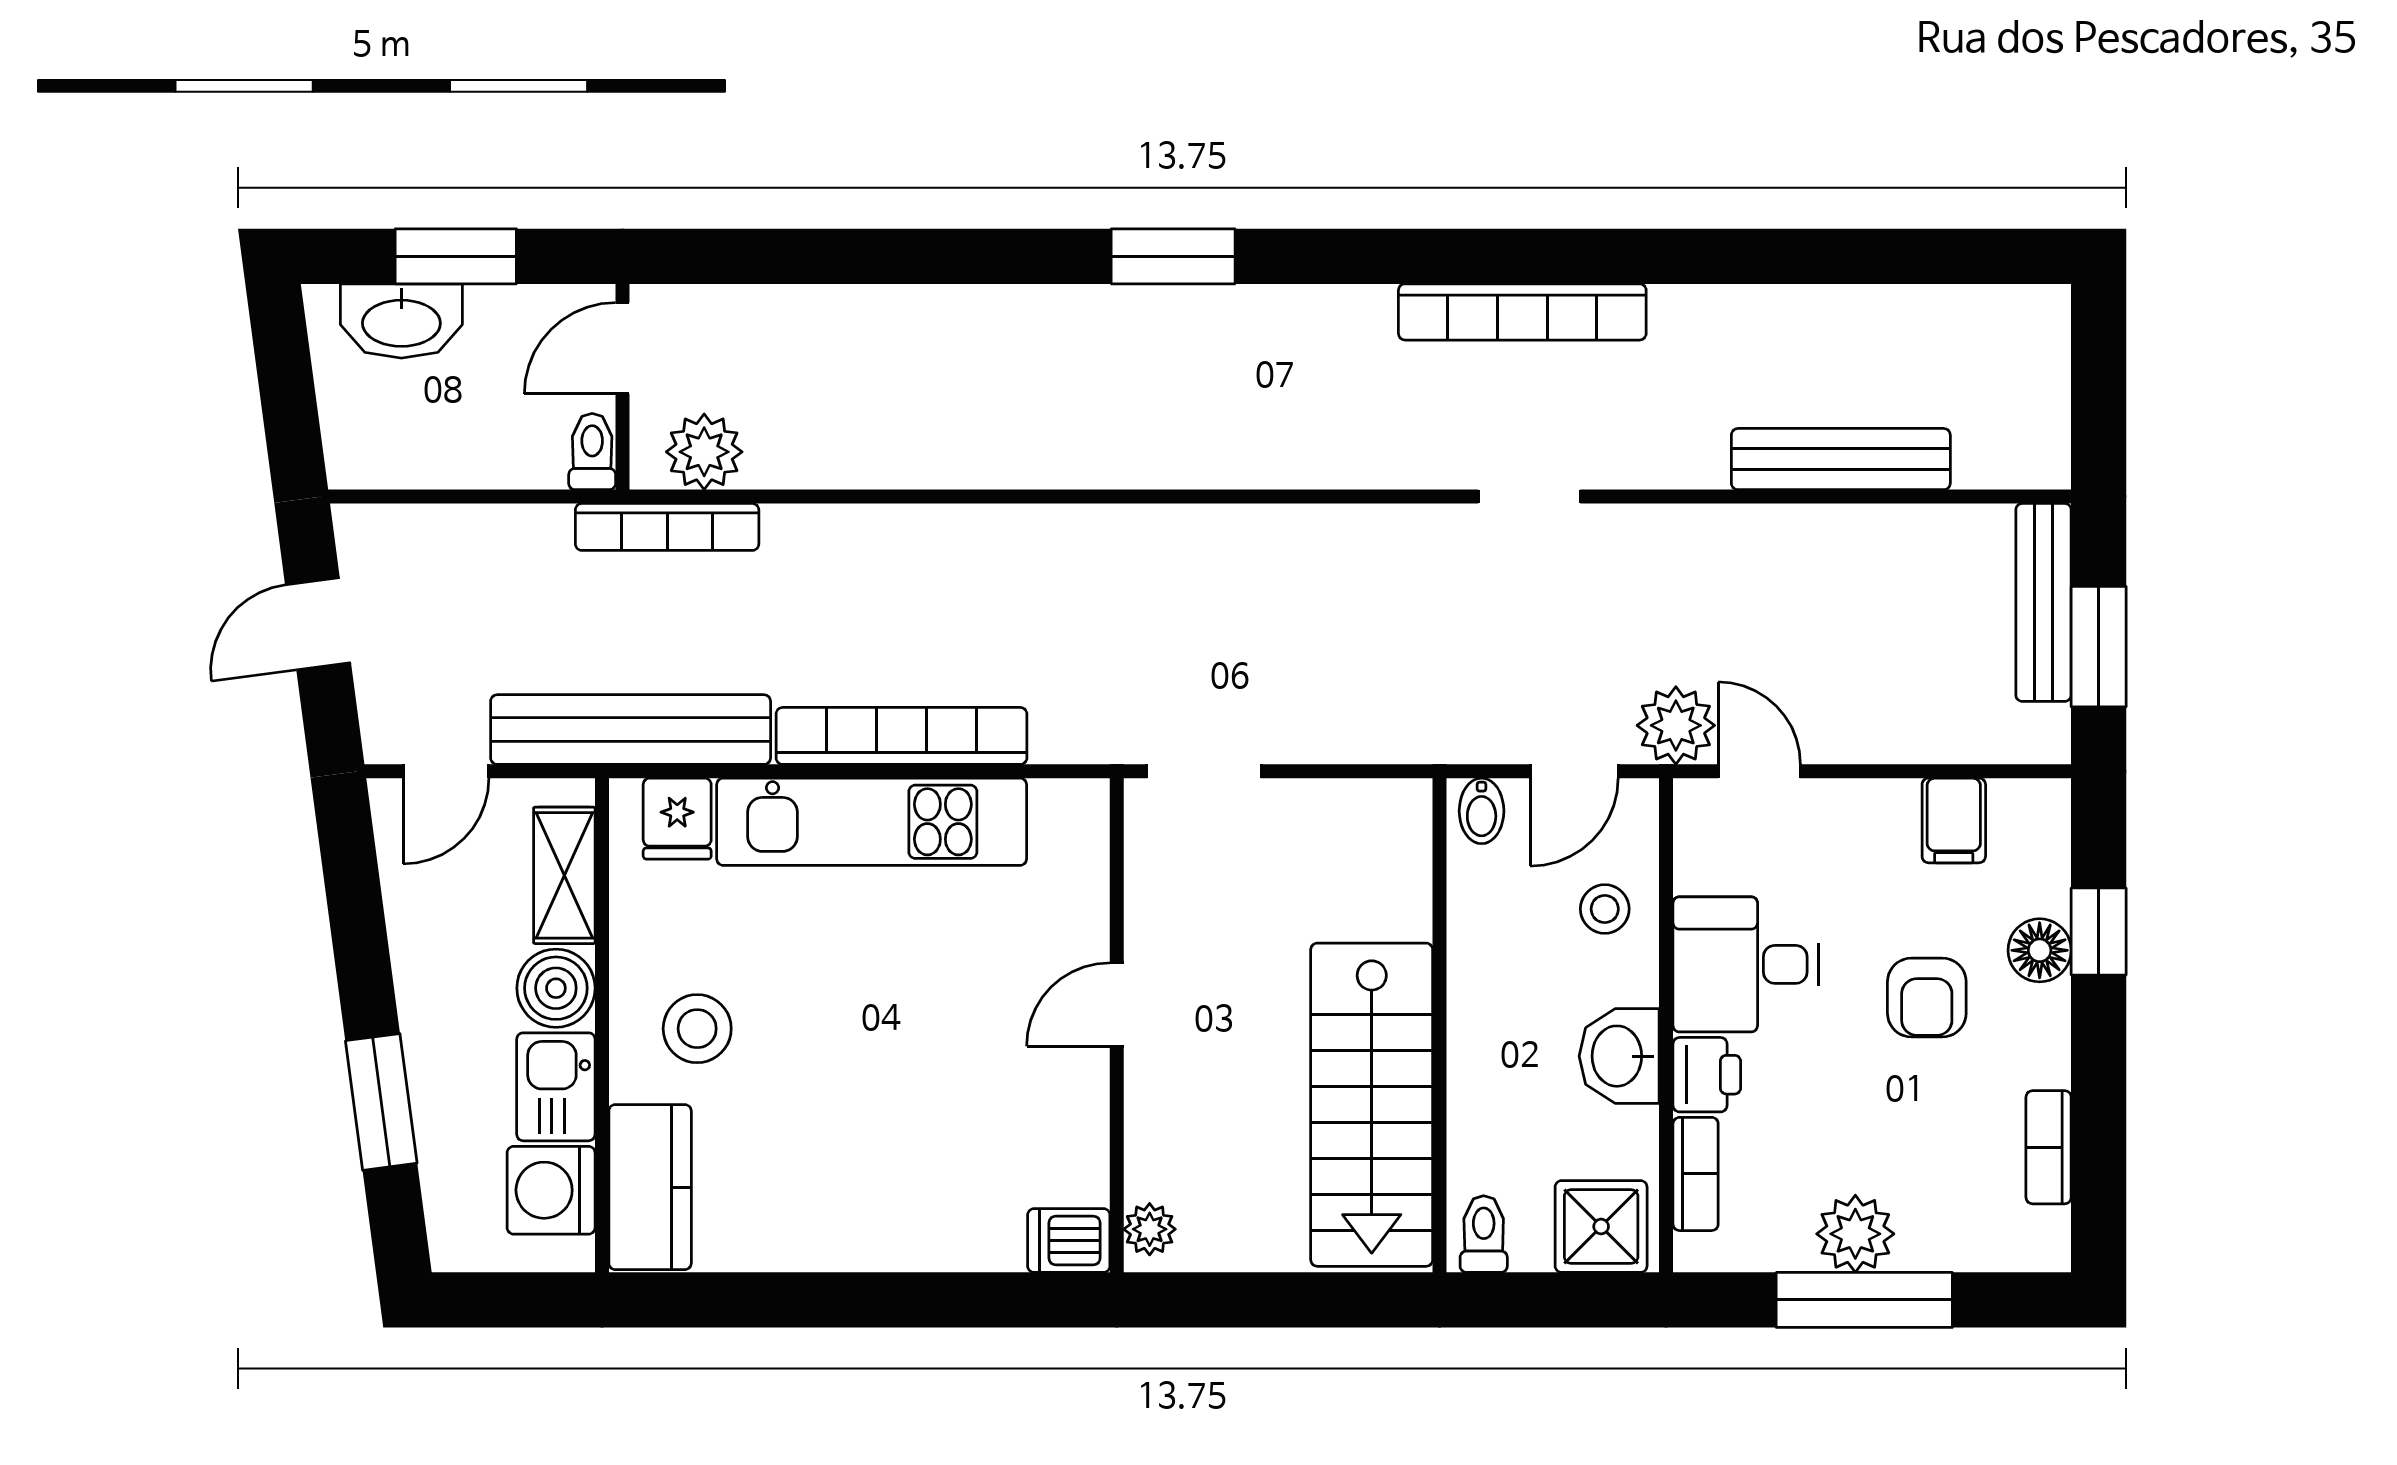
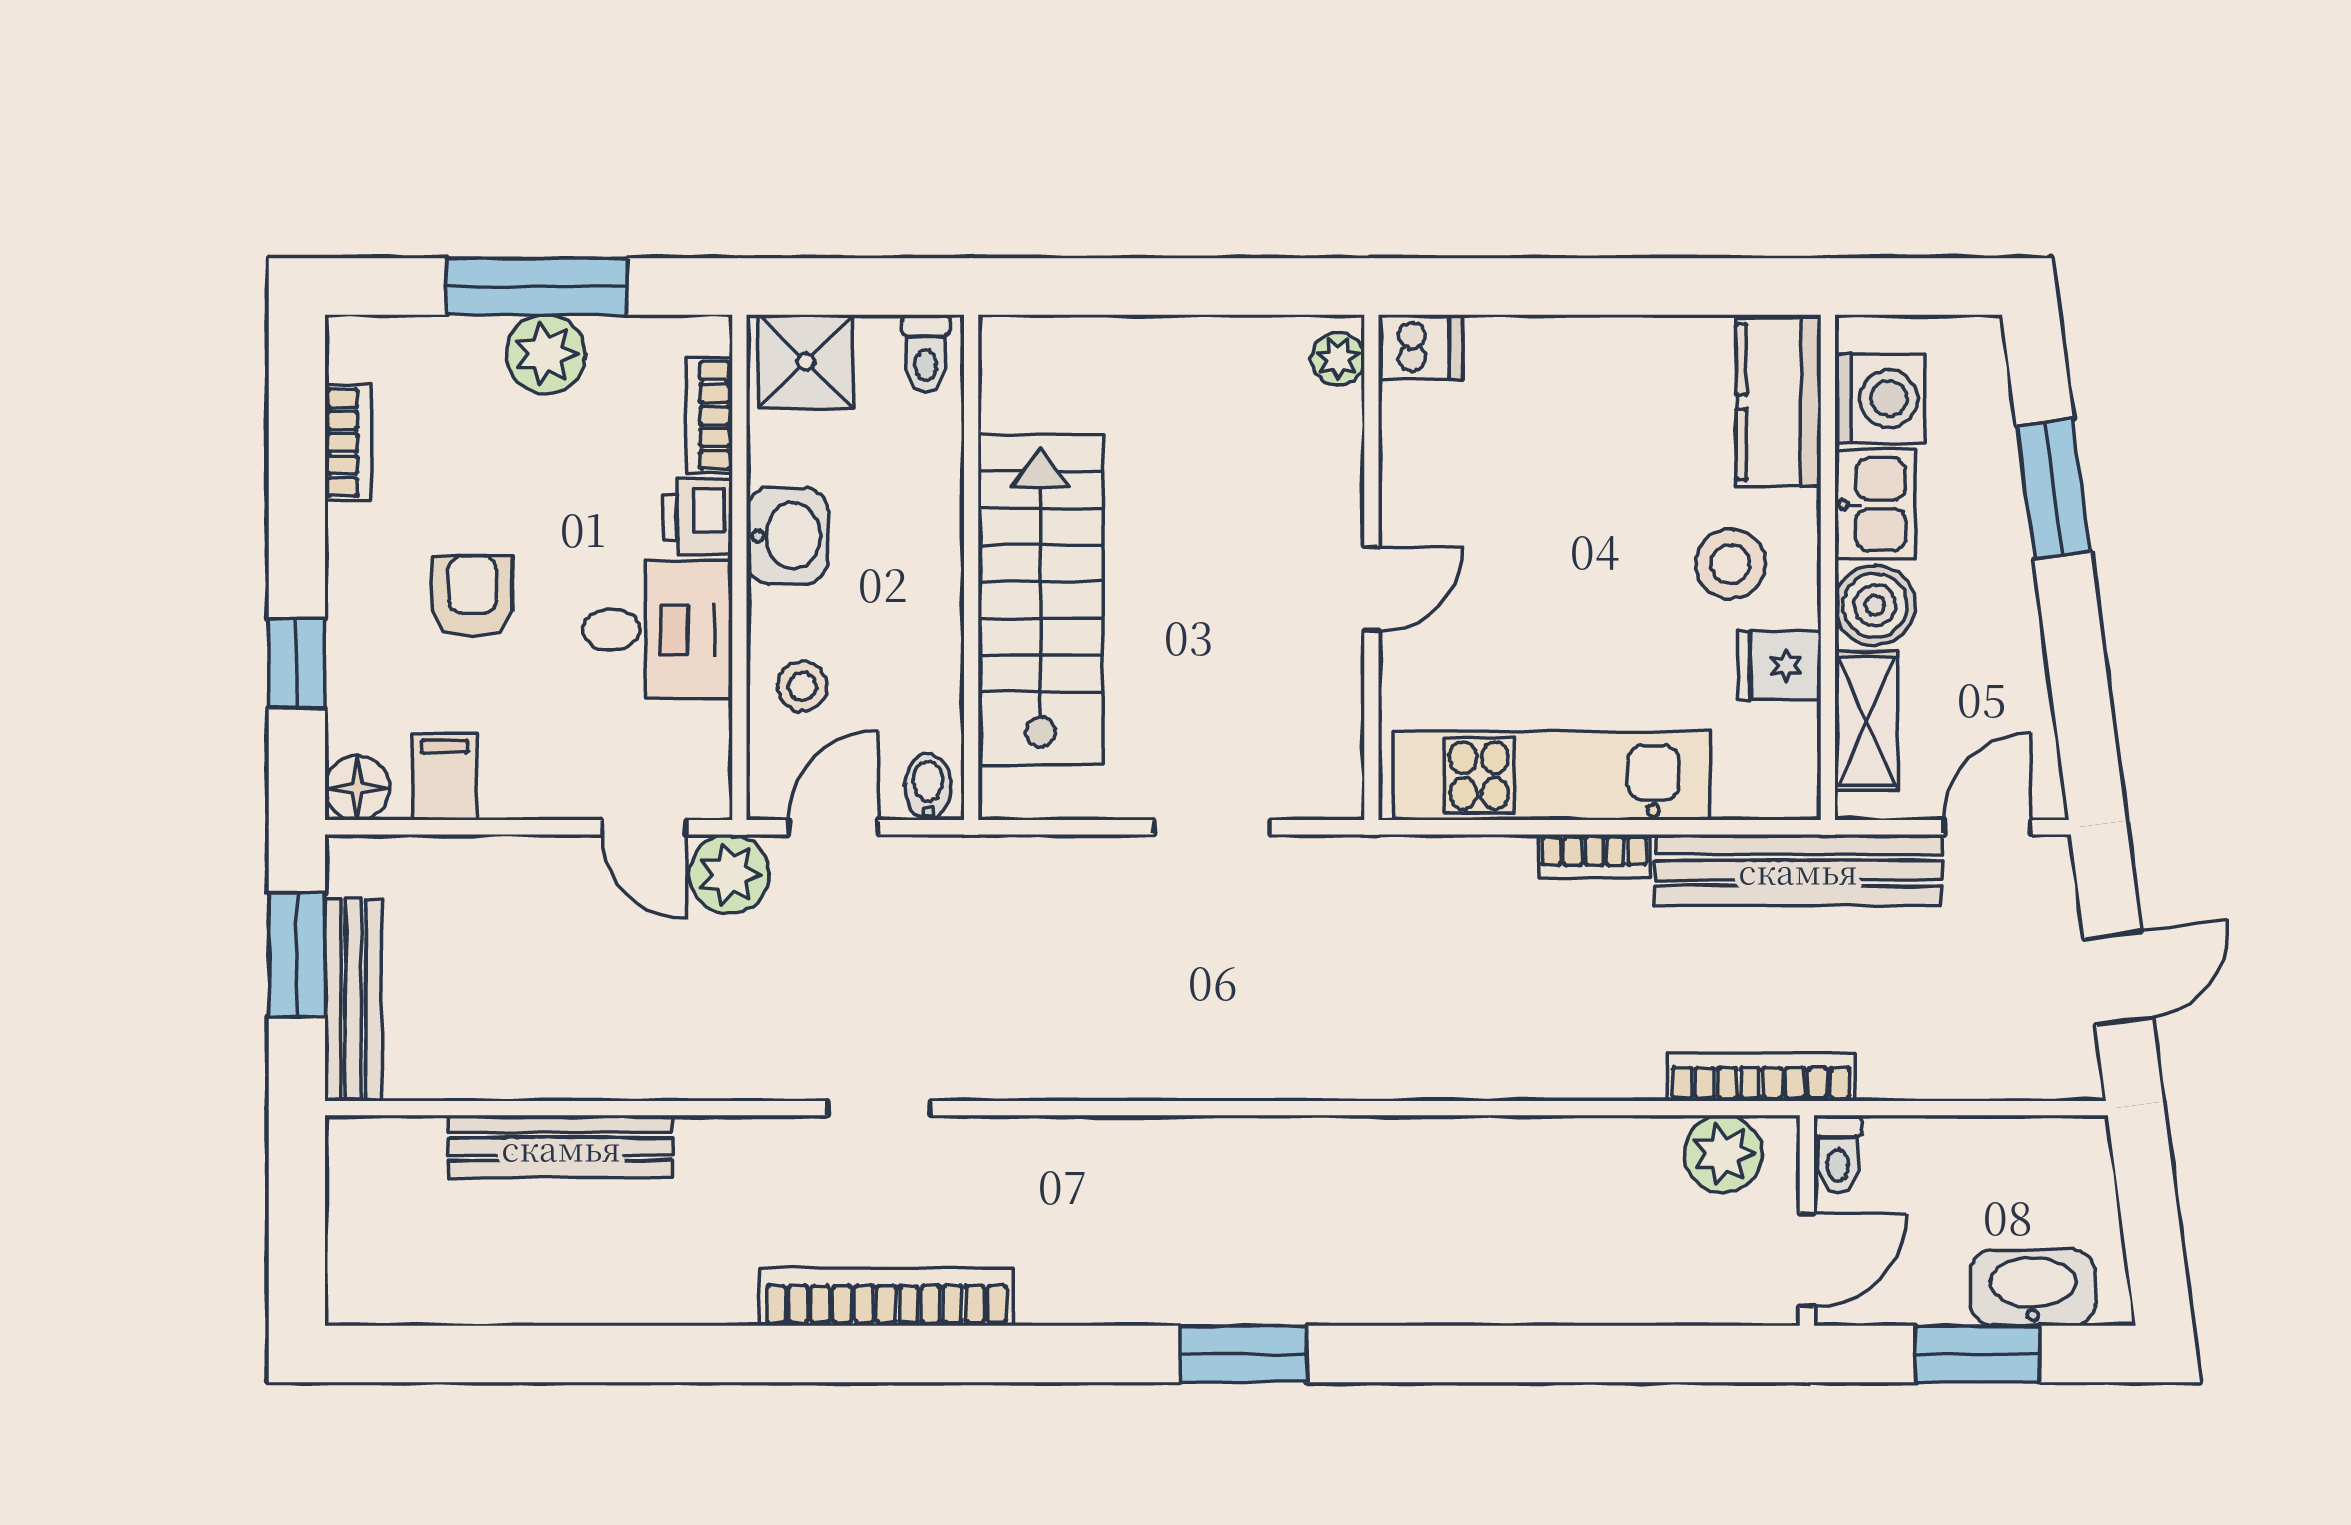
bookcase: (901, 736) -> (1594, 856), width x0.43, depth x0.76
fridge: (677, 819) -> (1779, 665), moved, turned -90
floor lamp: (2040, 950) -> (357, 788), moved
door: (1117, 1004) -> (1371, 589), moved
wall: (1117, 1025) -> (1371, 567), moved
stairs: (1372, 1105) -> (1040, 600), moved
plant: (1150, 1229) -> (1338, 359), moved
dishwasher: (1069, 1240) -> (1421, 347), moved

